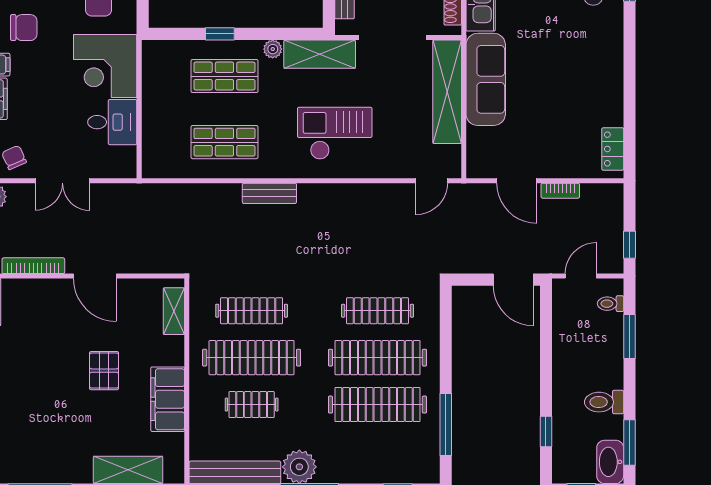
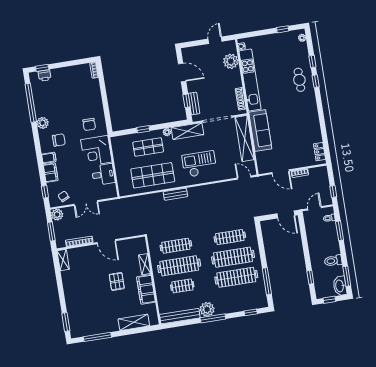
shop shelf: (224, 142) -> (153, 175), width x1.43, depth x1.36
door: (432, 181) -> (244, 178), swing flipped
shelving: (174, 311) -> (145, 264), moved

